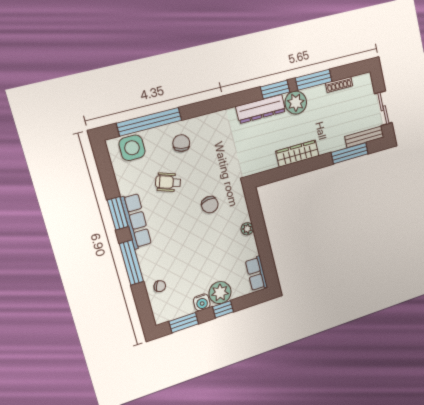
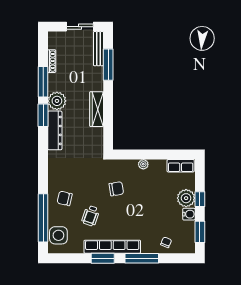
row of seats: (136, 221) -> (112, 247), width x1.36

